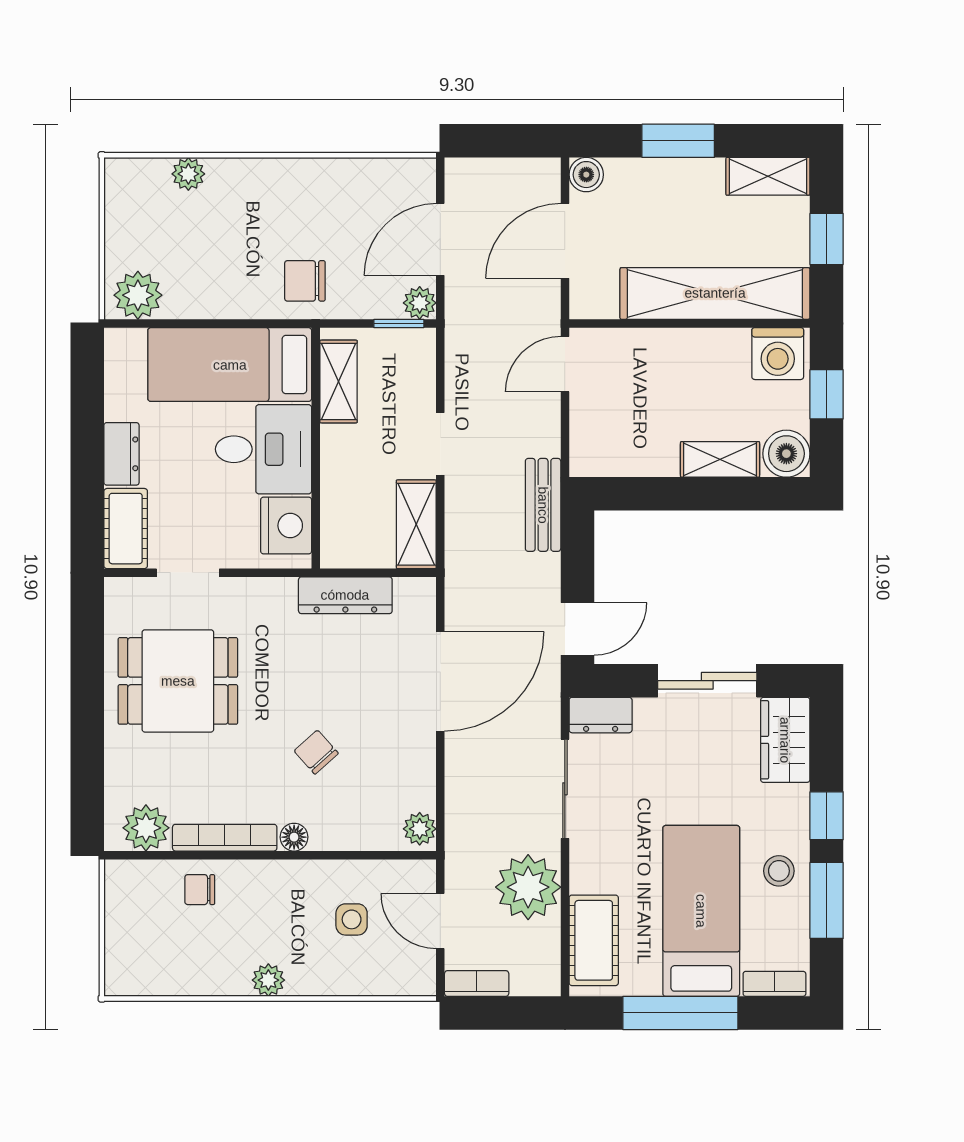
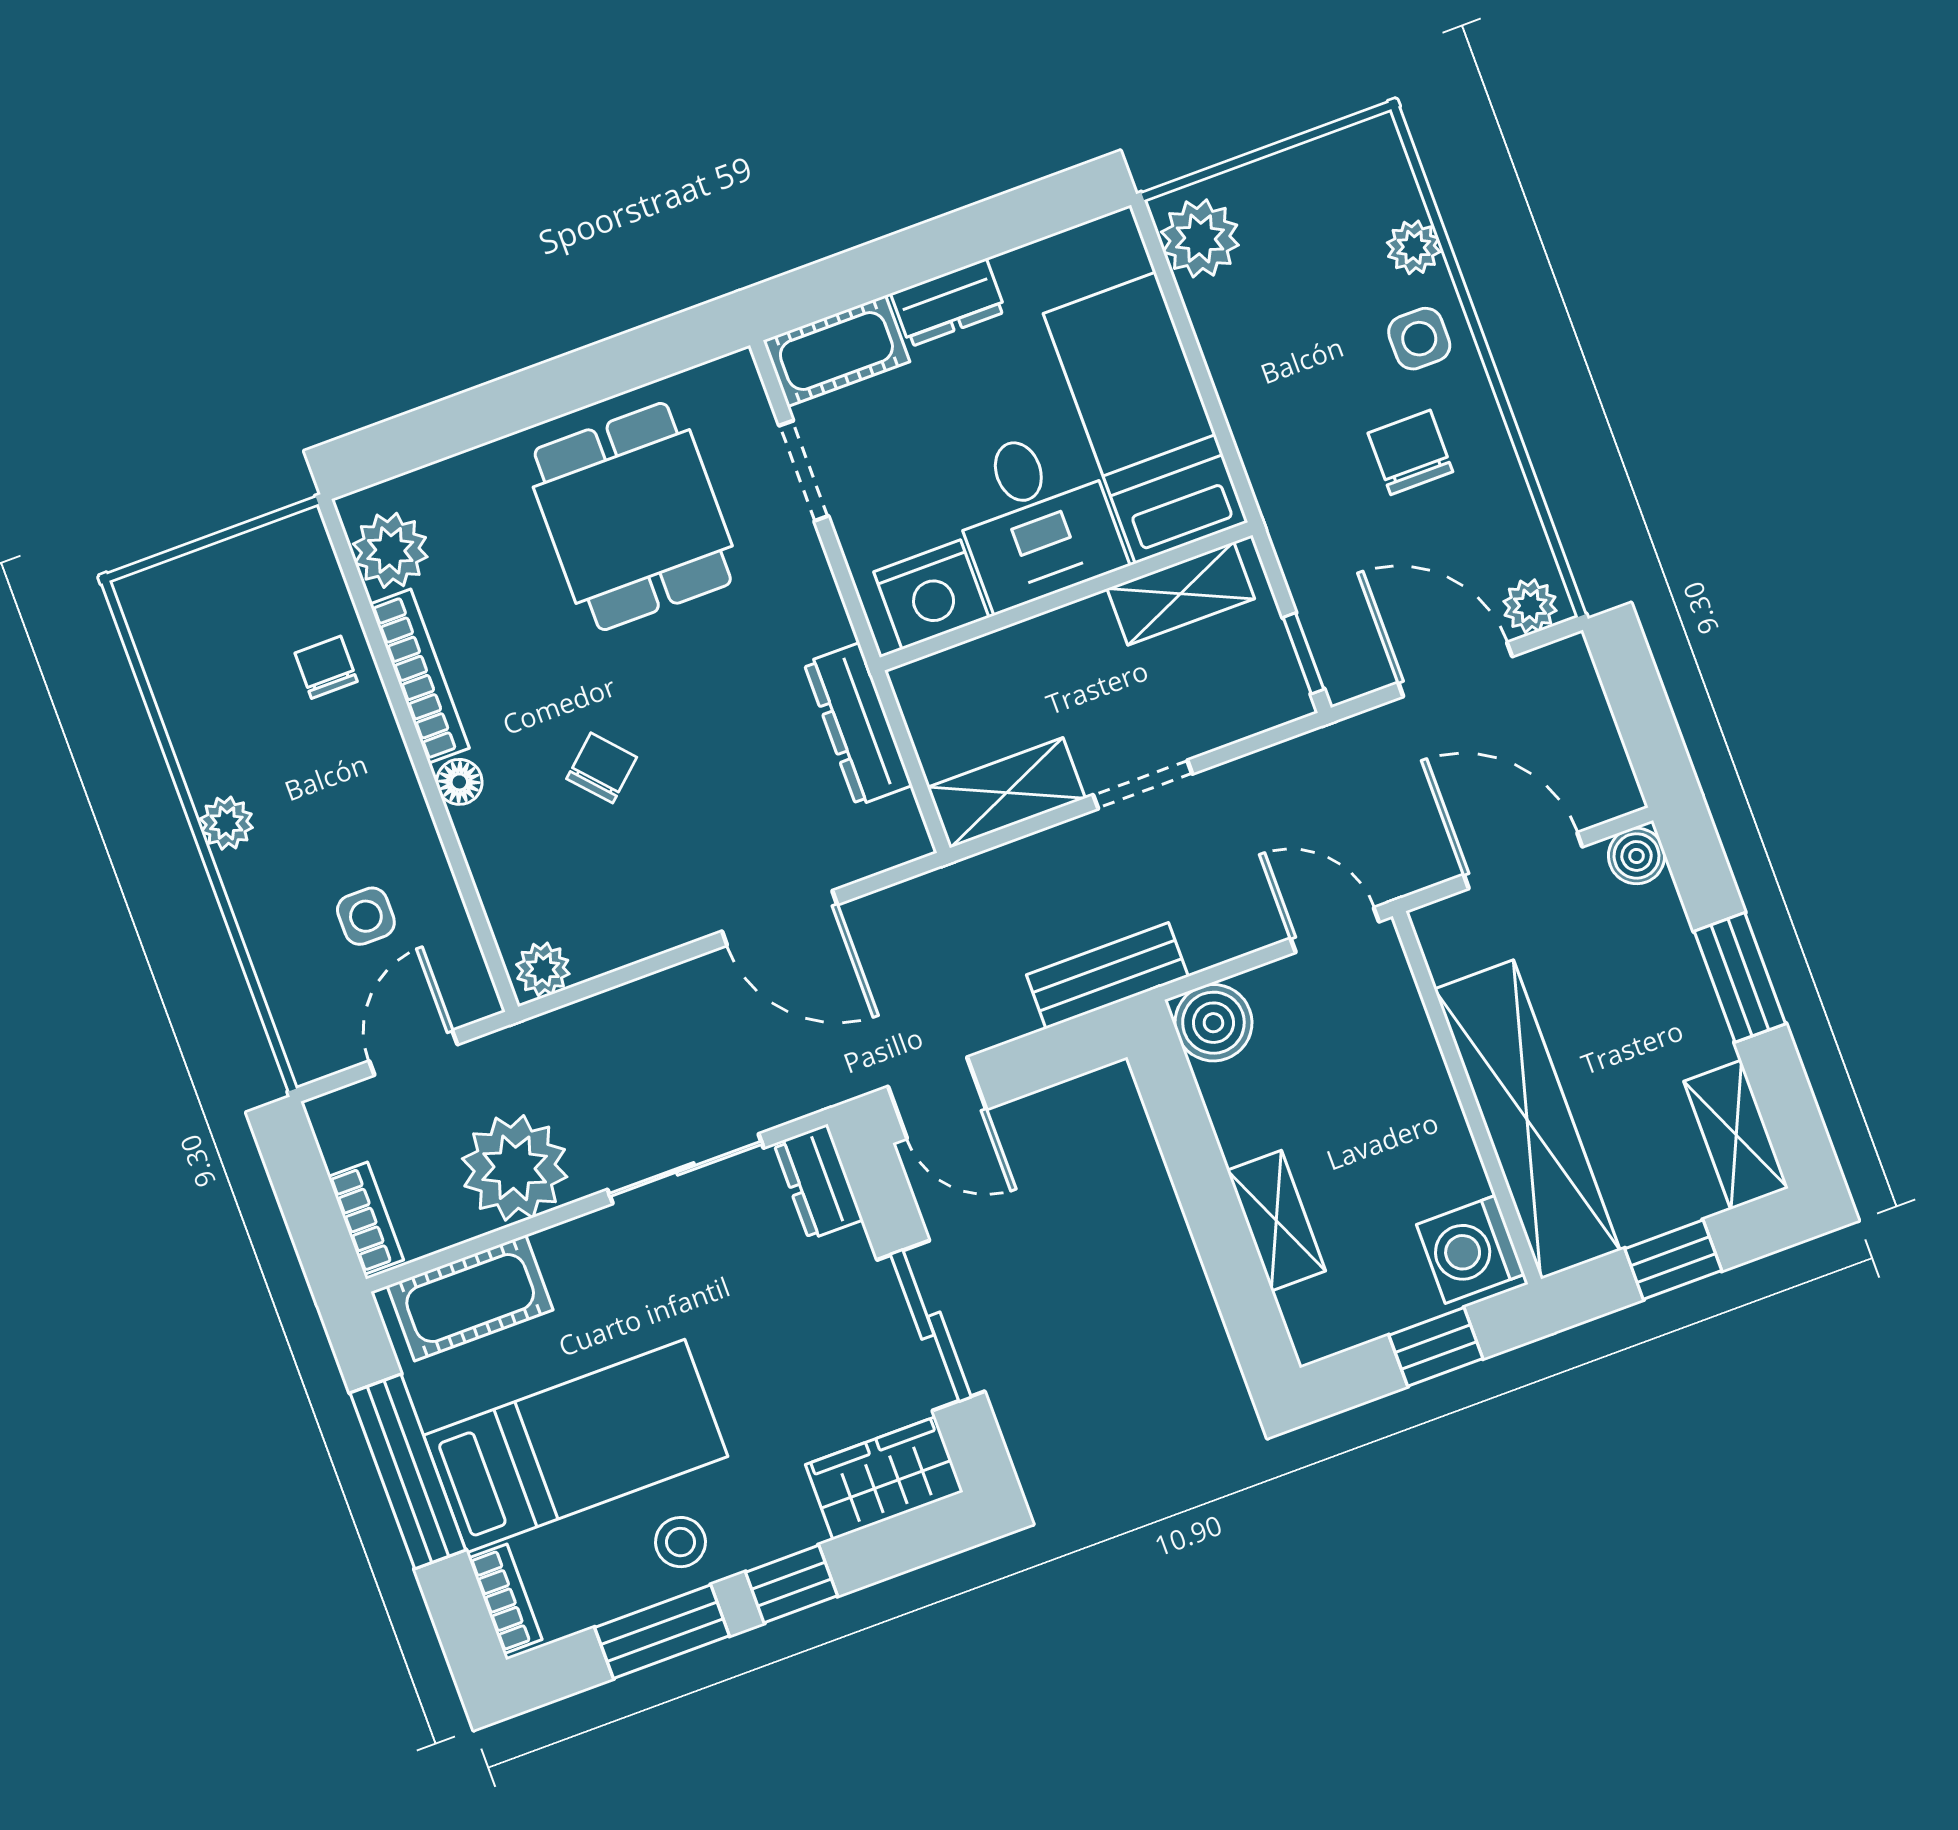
side table: (242, 190) -> (1419, 339), added
chair: (305, 281) -> (1410, 452), moved
plant: (420, 303) -> (1530, 606), moved
boiler: (786, 454) -> (1213, 1023), moved
door: (440, 681) -> (780, 918), width x0.73
bookcase: (477, 984) -> (366, 1218), moved

